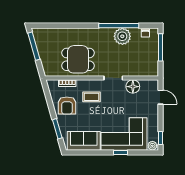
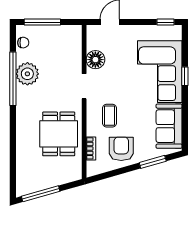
armchair: (67, 106) -> (121, 149), turned -90
plant: (152, 146) -> (176, 33), removed

